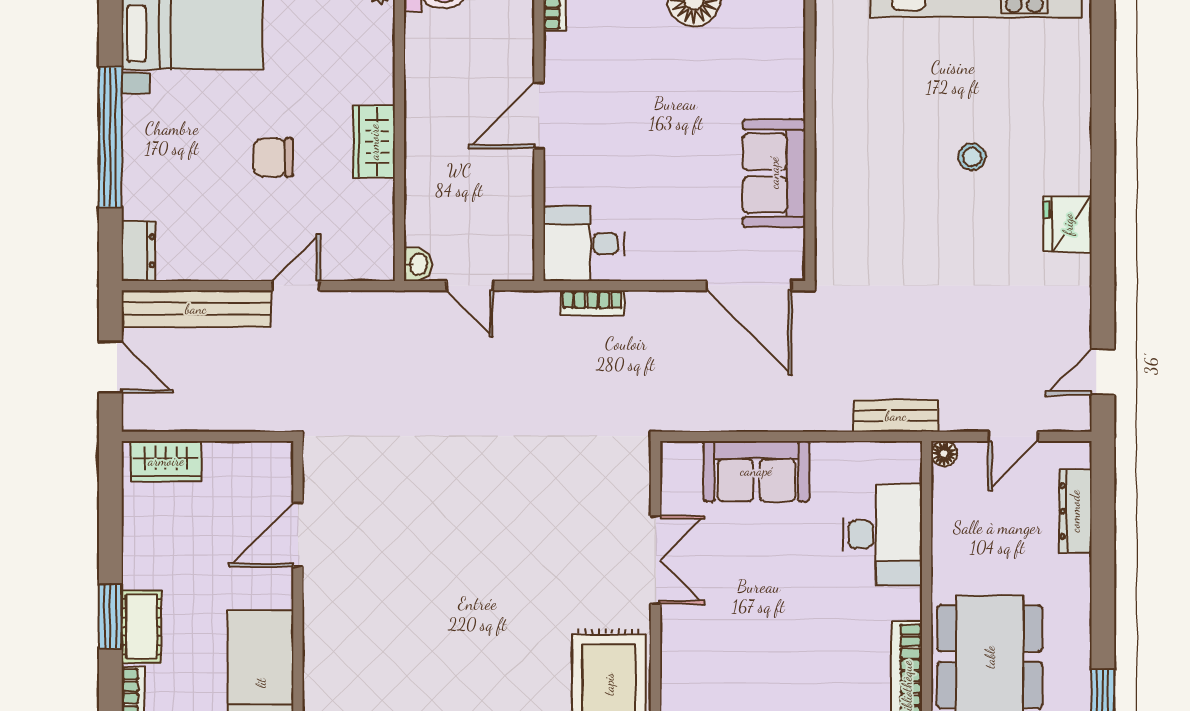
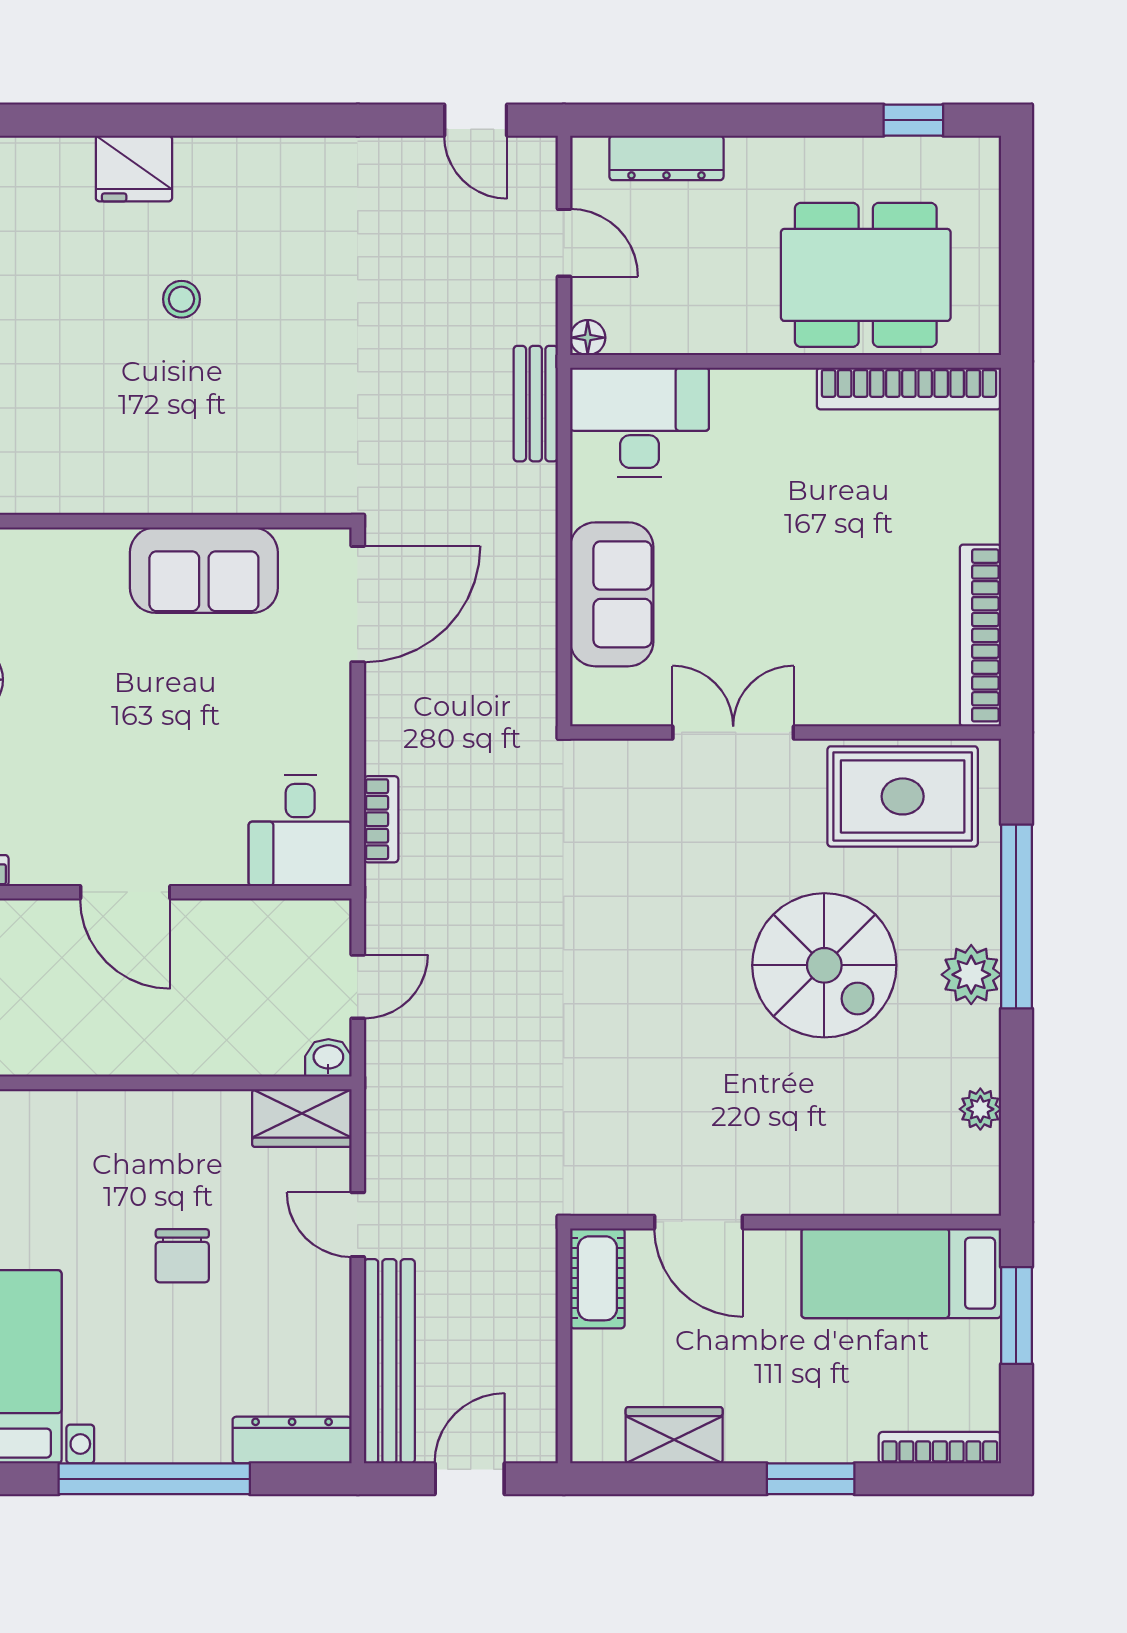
wardrobe: (374, 142) -> (302, 1118), moved
fridge: (1068, 224) -> (134, 168), moved
dresser: (139, 251) -> (292, 1440), width x1.44
wardrobe: (166, 461) -> (674, 1435), moved, turned -90
desk: (882, 534) -> (640, 422), moved
cot: (141, 627) -> (597, 1278), moved, turned 90
spiral stairs: (485, 627) -> (824, 965), added

